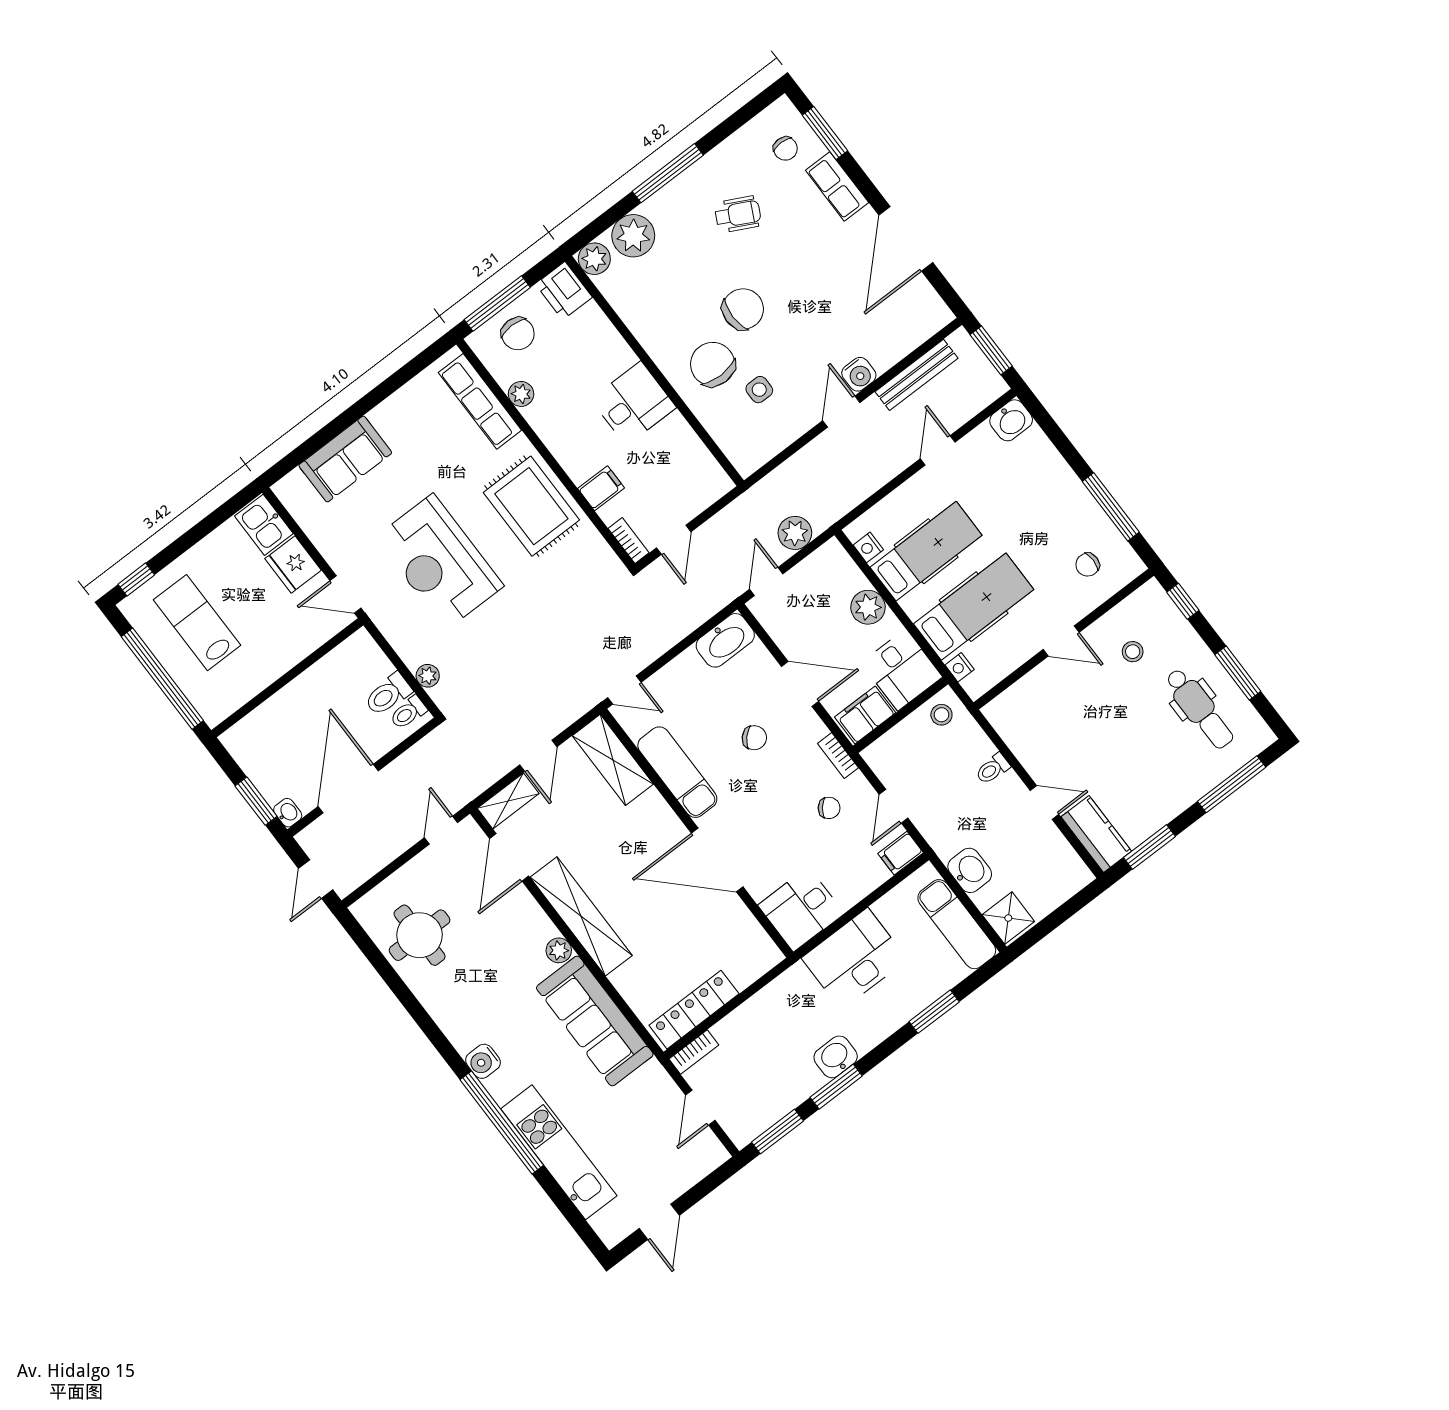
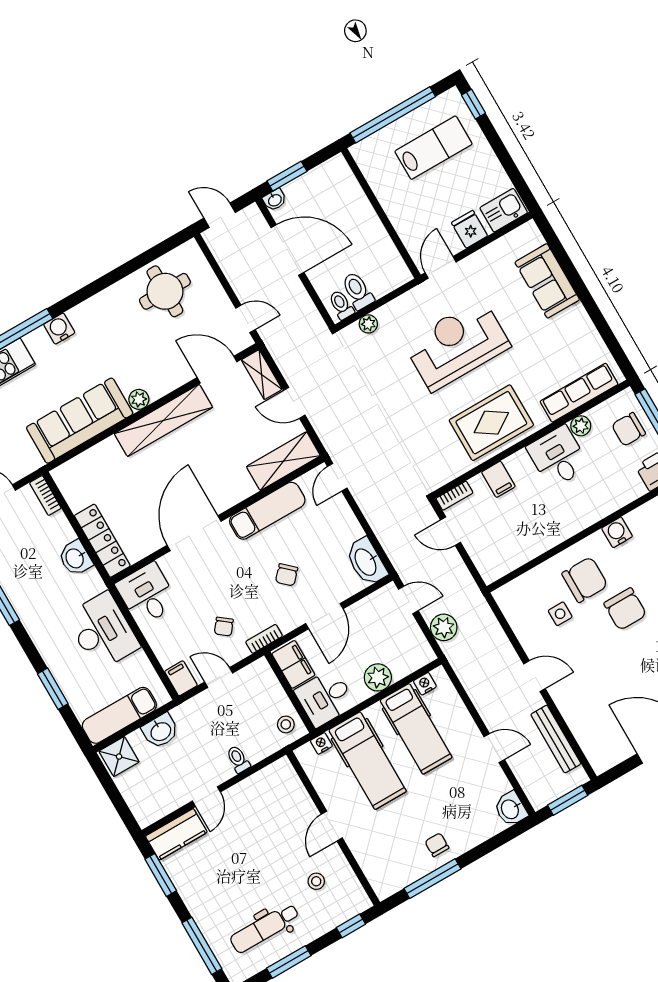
water cooler: (859, 374) -> (617, 532), moved, turned 90
desk: (633, 403) -> (558, 457), moved, turned 180
fridge: (293, 564) -> (469, 229), width x0.72
chair: (1088, 565) -> (437, 845), moved
locker: (694, 1010) -> (102, 541), moved
washbasin: (836, 1057) -> (75, 558), moved, turned 180

